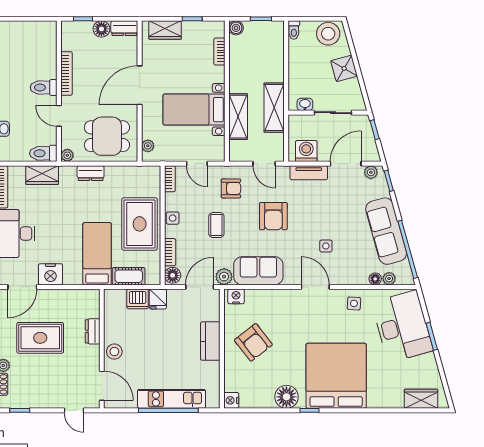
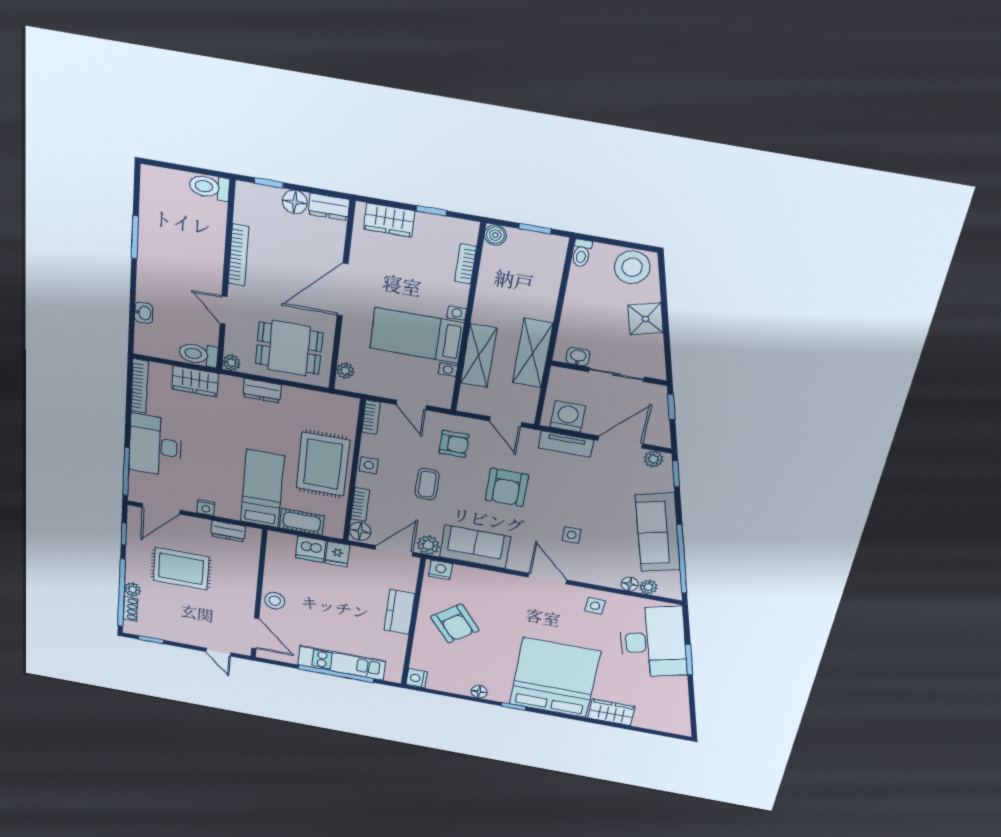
toilet: (44, 88) -> (209, 187), moved
nightstand: (50, 274) -> (206, 508), width x0.53, depth x0.56
dresser: (93, 331) -> (228, 531), moved, turned -90
floor lamp: (286, 397) -> (479, 692), width x0.53, depth x0.53
wardrobe: (421, 399) -> (612, 712), moved

